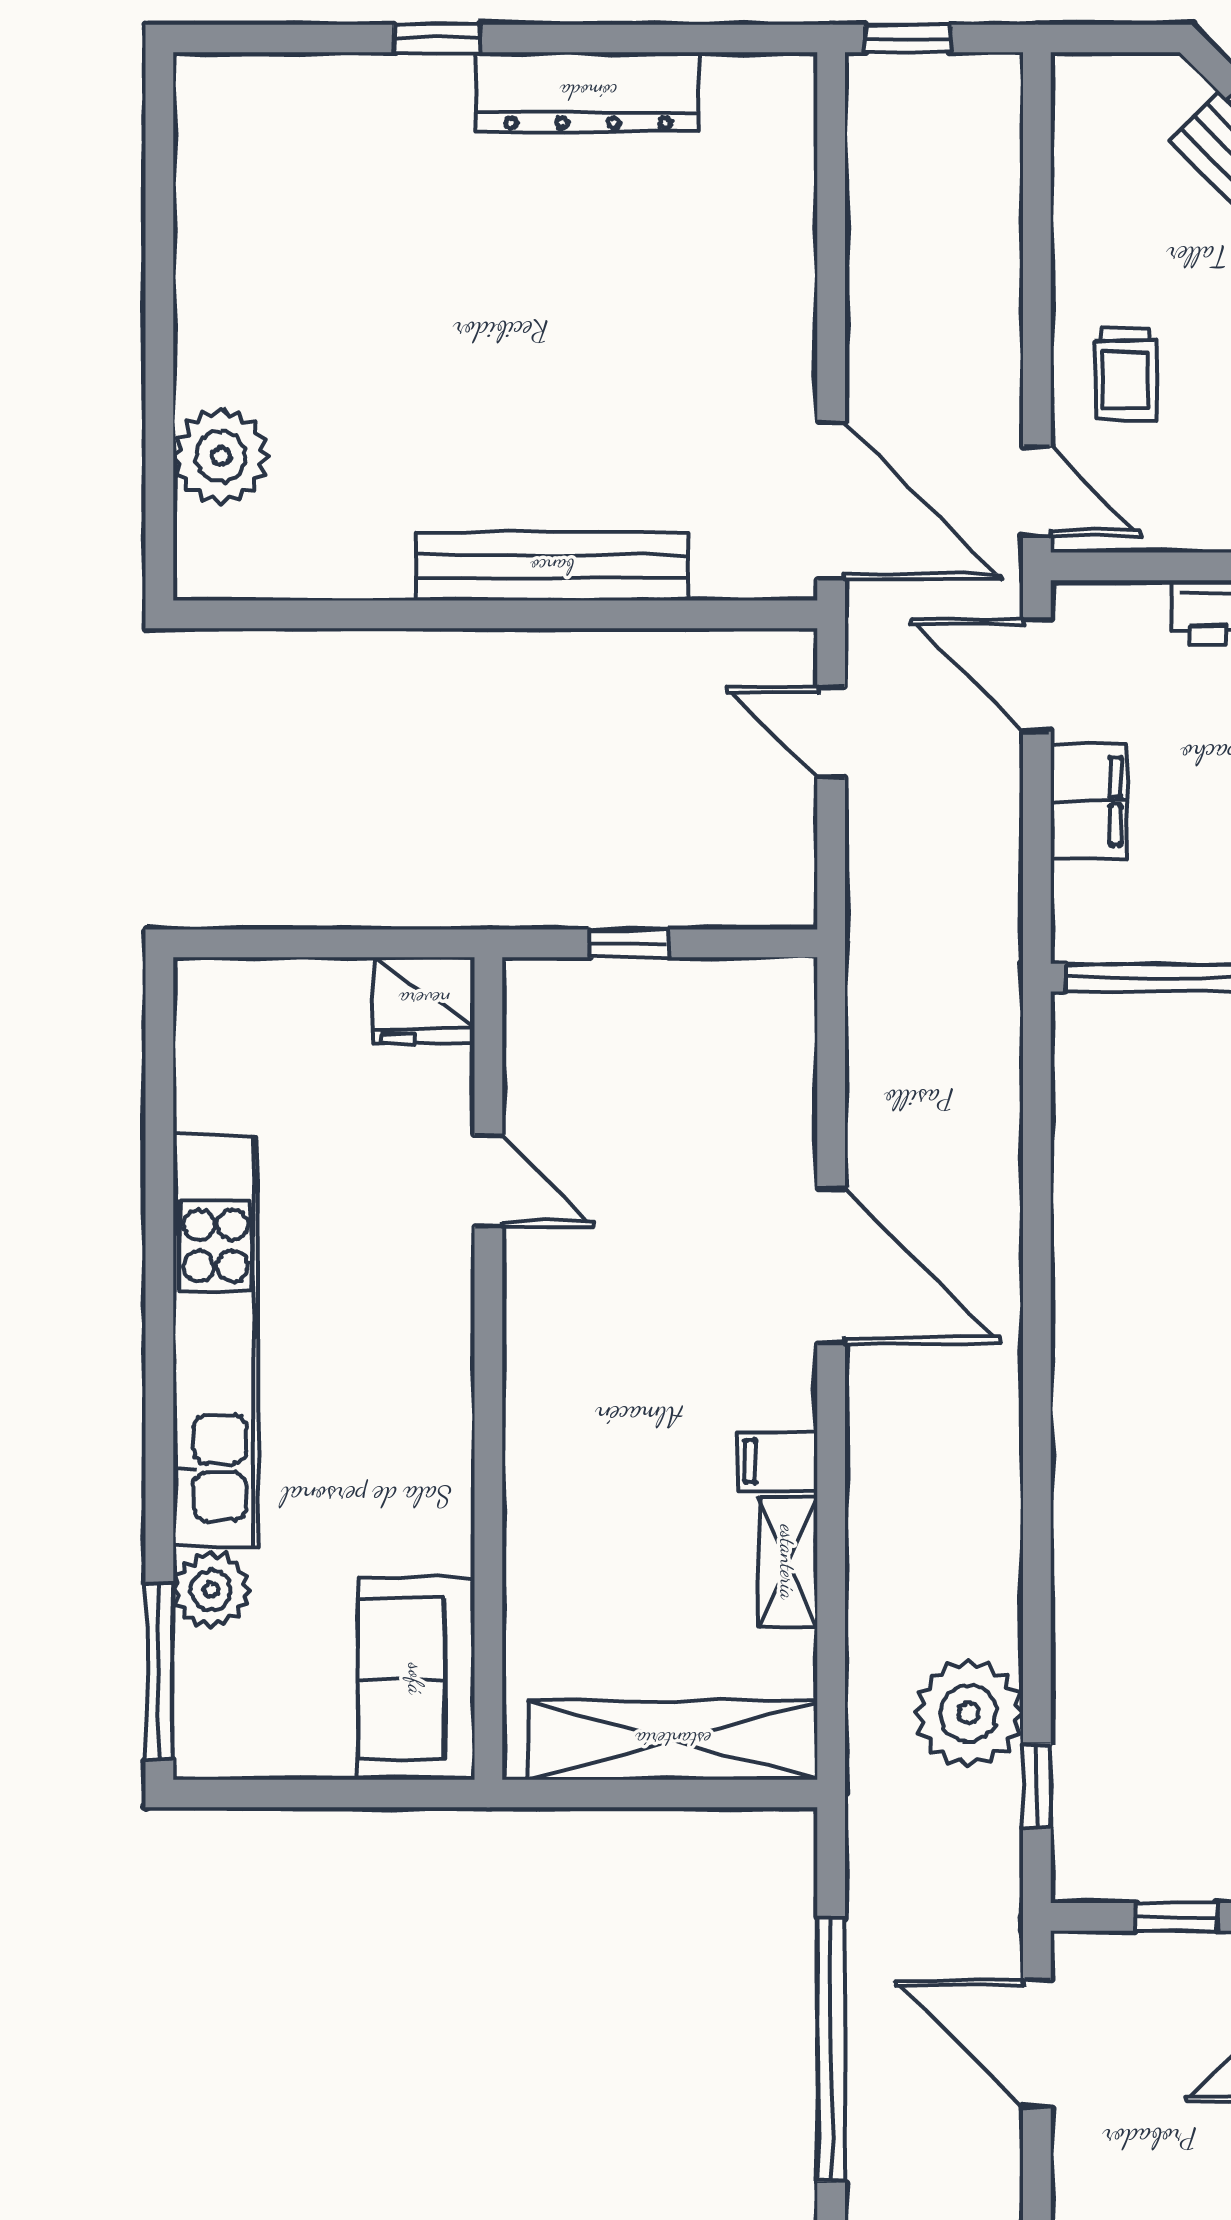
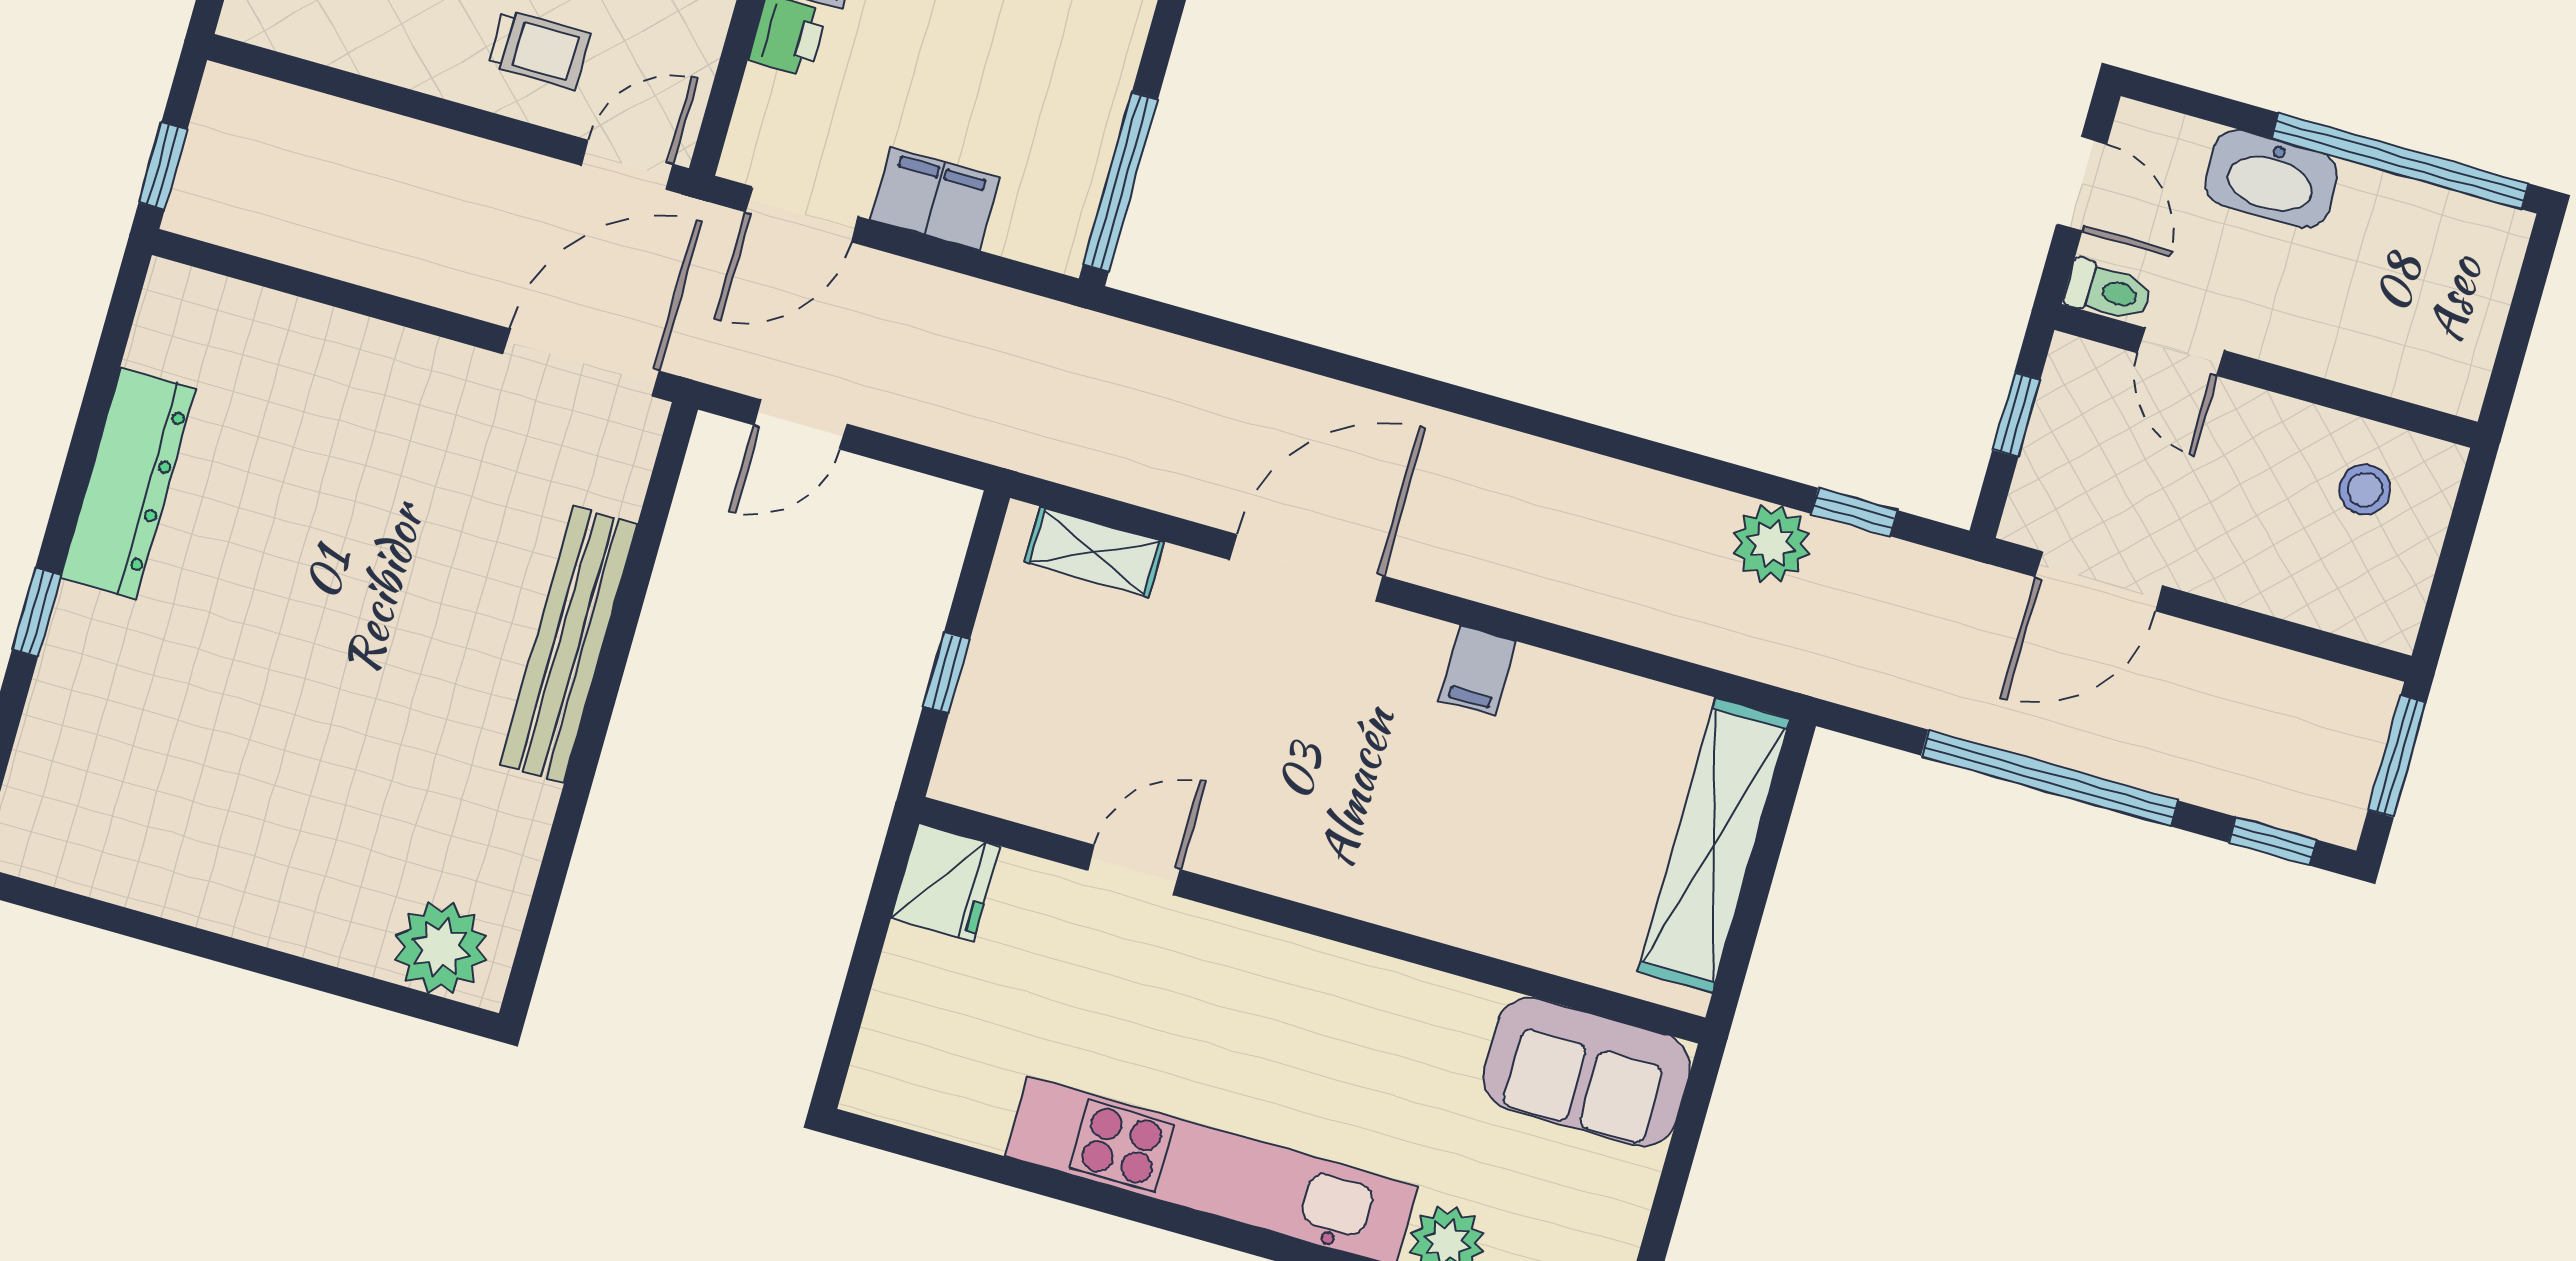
plant: (221, 456) -> (441, 948), moved
shelving: (788, 1562) -> (1094, 552), moved
plant: (969, 1713) -> (1771, 544), width x0.73, depth x0.73

